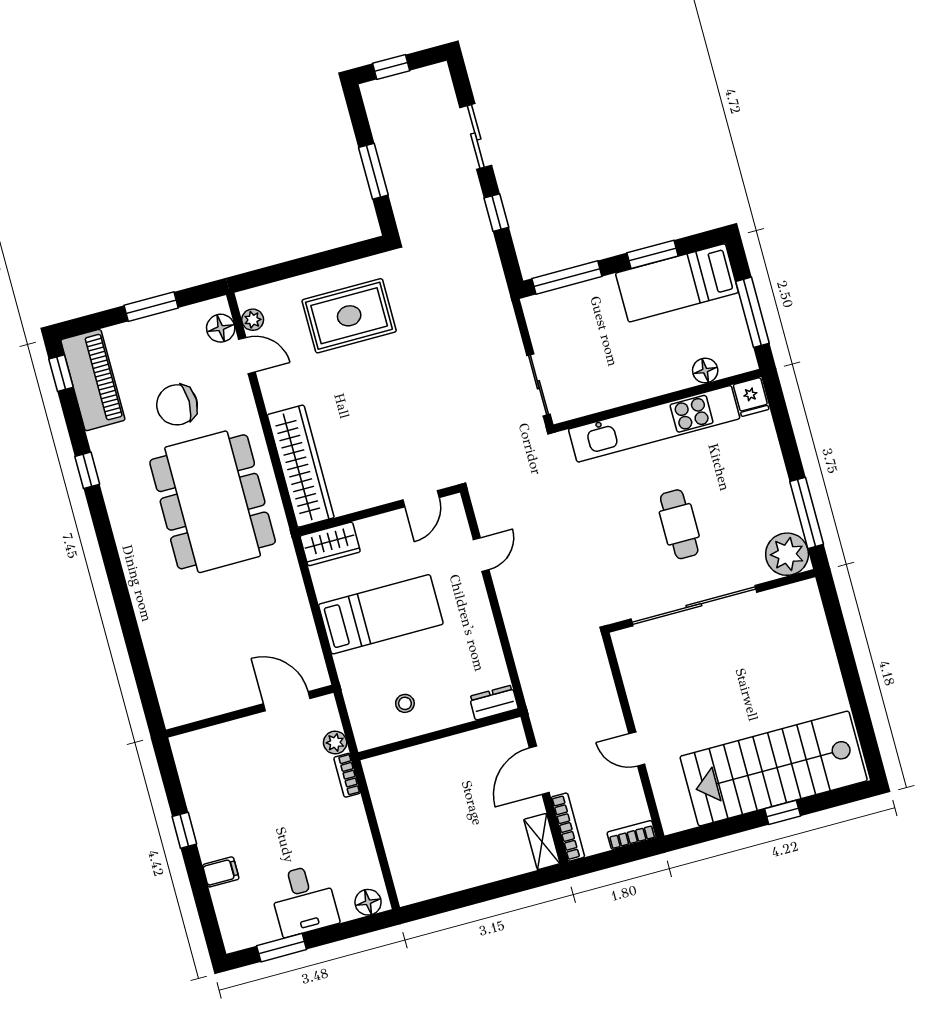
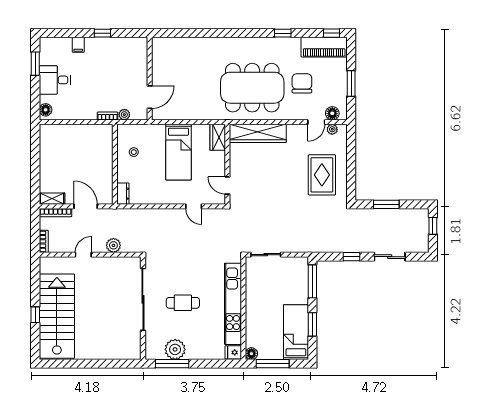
floor lamp: (705, 371) -> (251, 354), moved
plant: (787, 554) -> (175, 349), moved
plant: (602, 694) -> (113, 245), added

